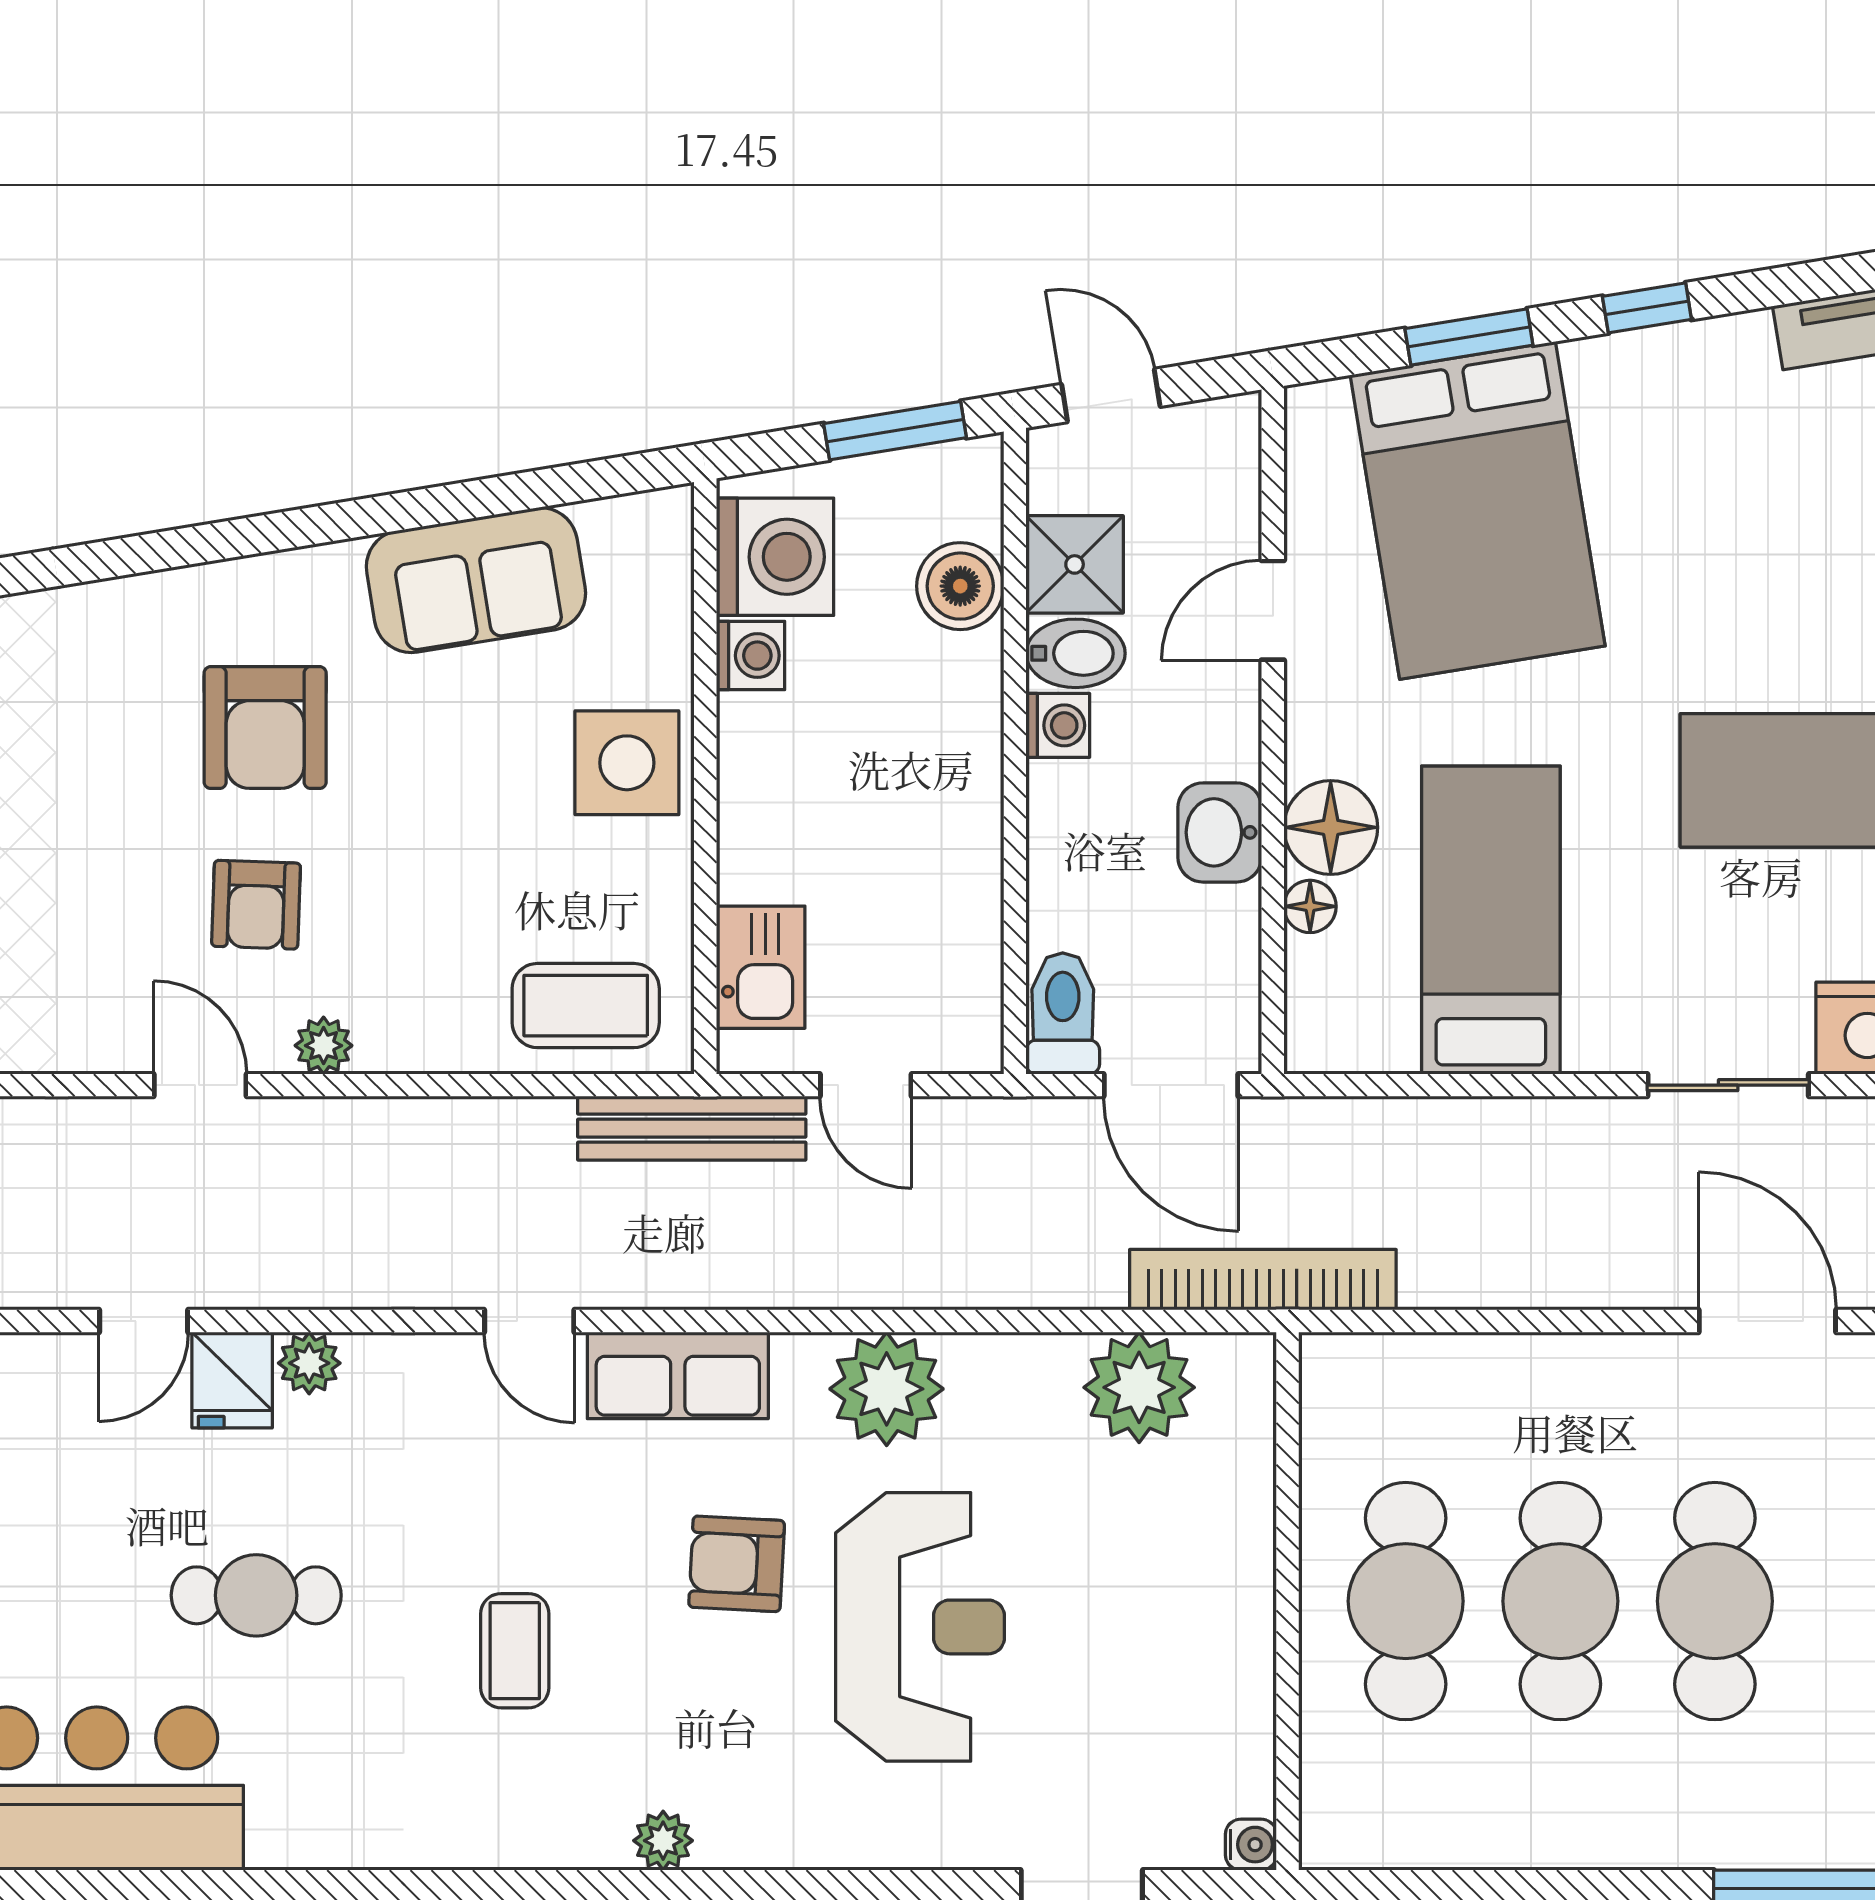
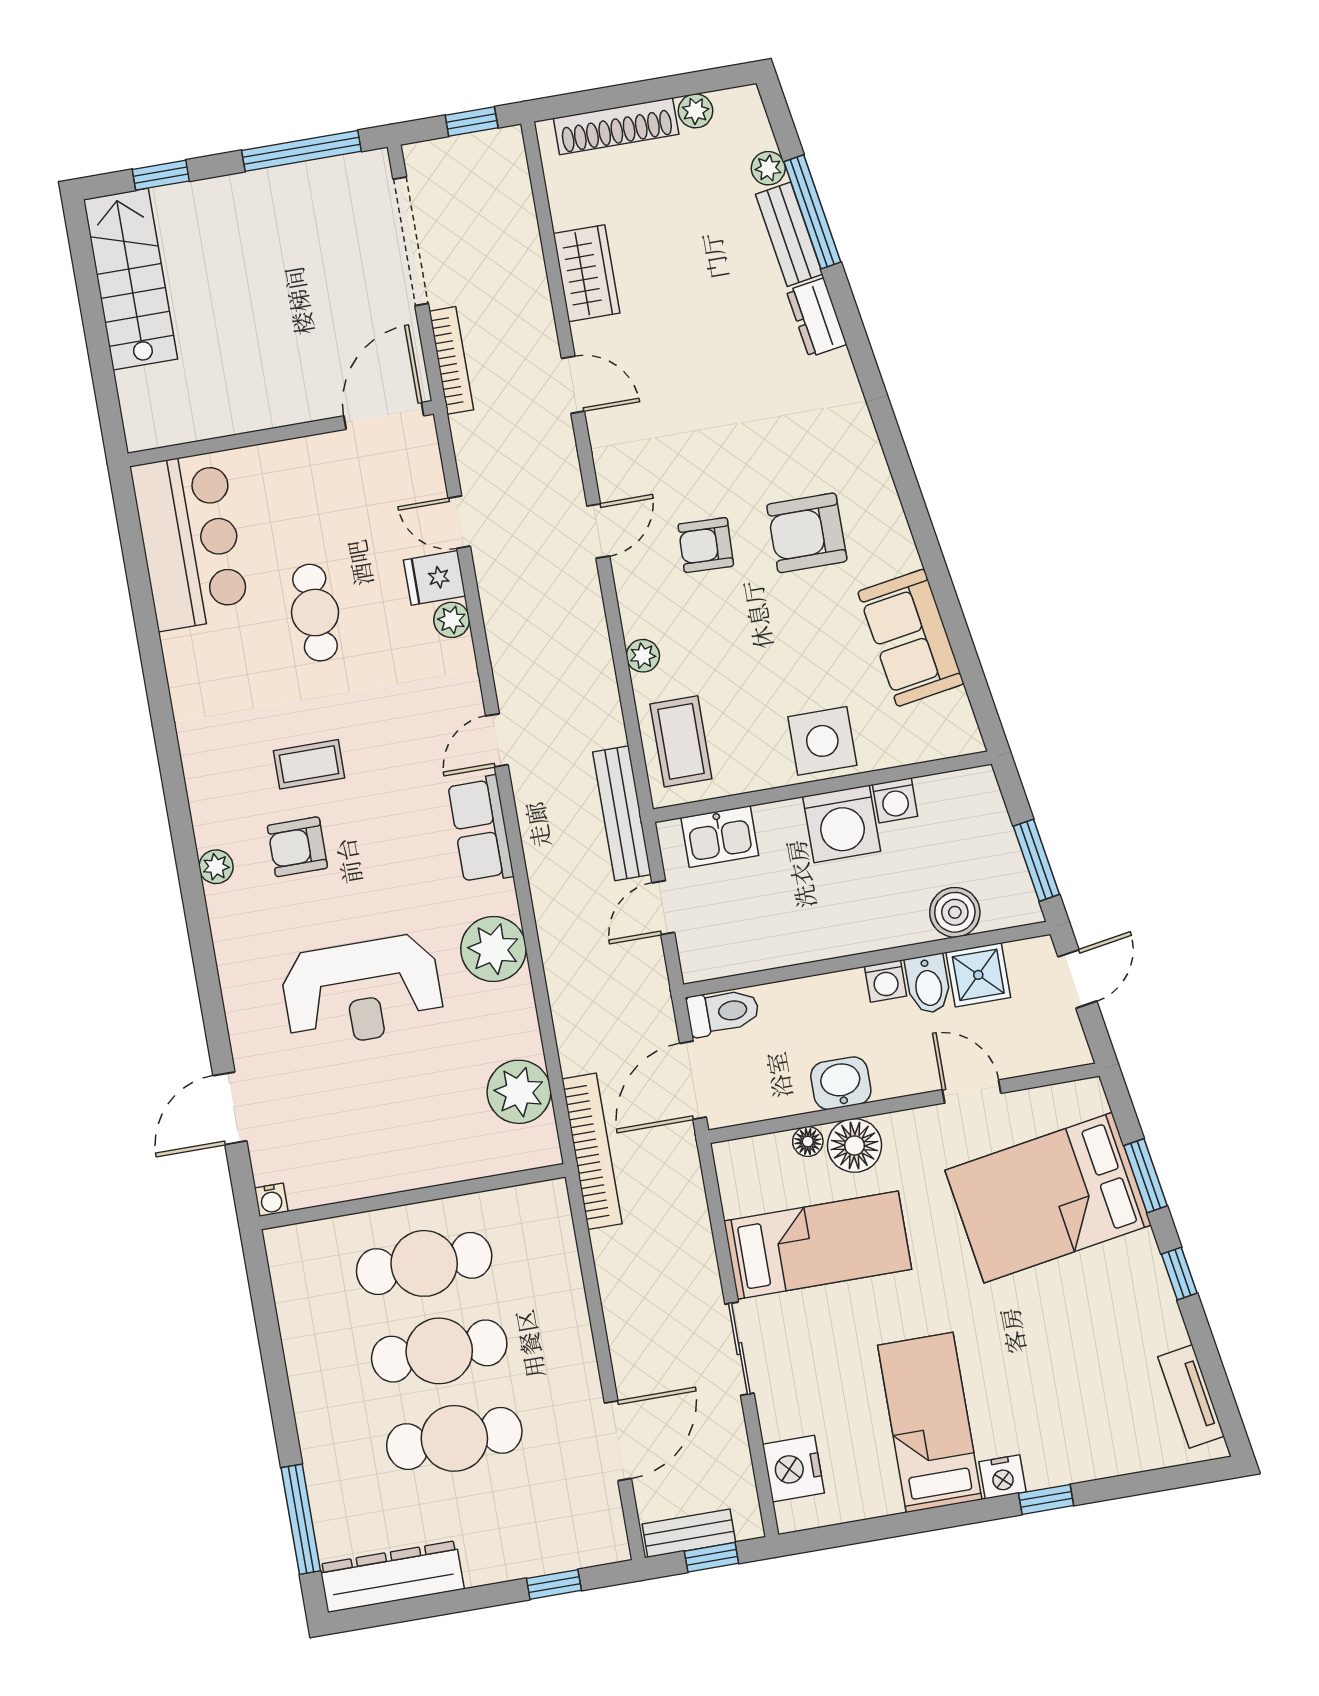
washing machine: (775, 557) -> (842, 824), moved
plant: (324, 1046) -> (643, 656), moved
sliding door: (1728, 1085) -> (739, 1349), moved
armchair: (737, 1564) -> (297, 847), moved, turned -93

